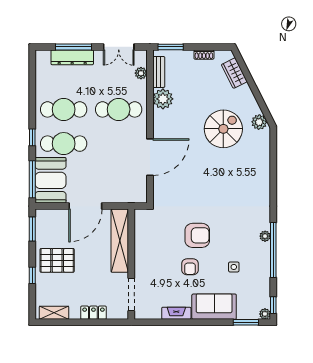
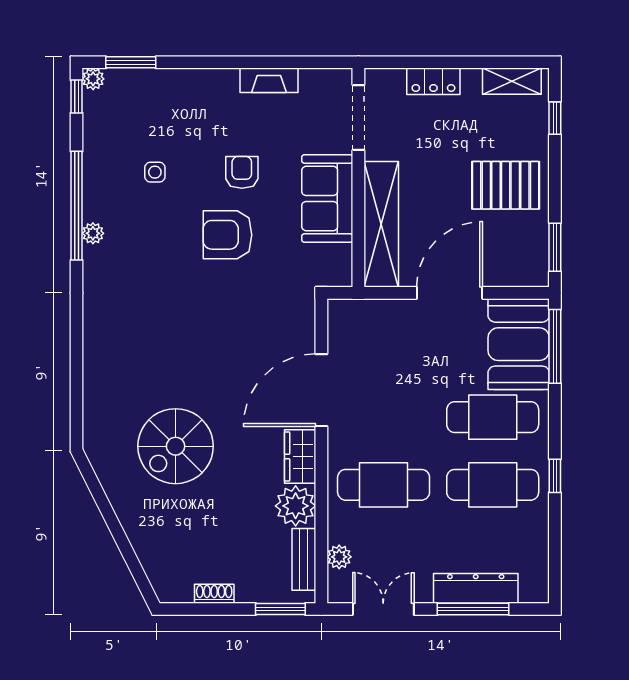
wardrobe: (234, 73) -> (300, 456), moved, turned -153
plant: (259, 122) -> (105, 460), removed
window: (32, 137) -> (555, 476), moved
window: (32, 275) -> (555, 118), moved
sofa: (214, 307) -> (327, 199), moved, turned 90

